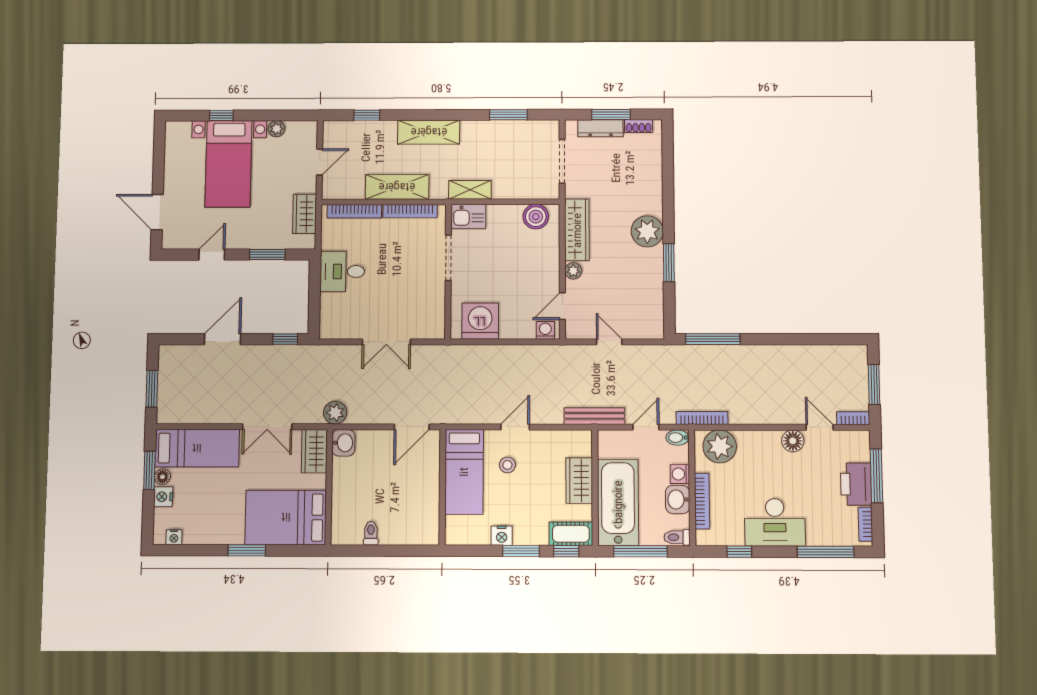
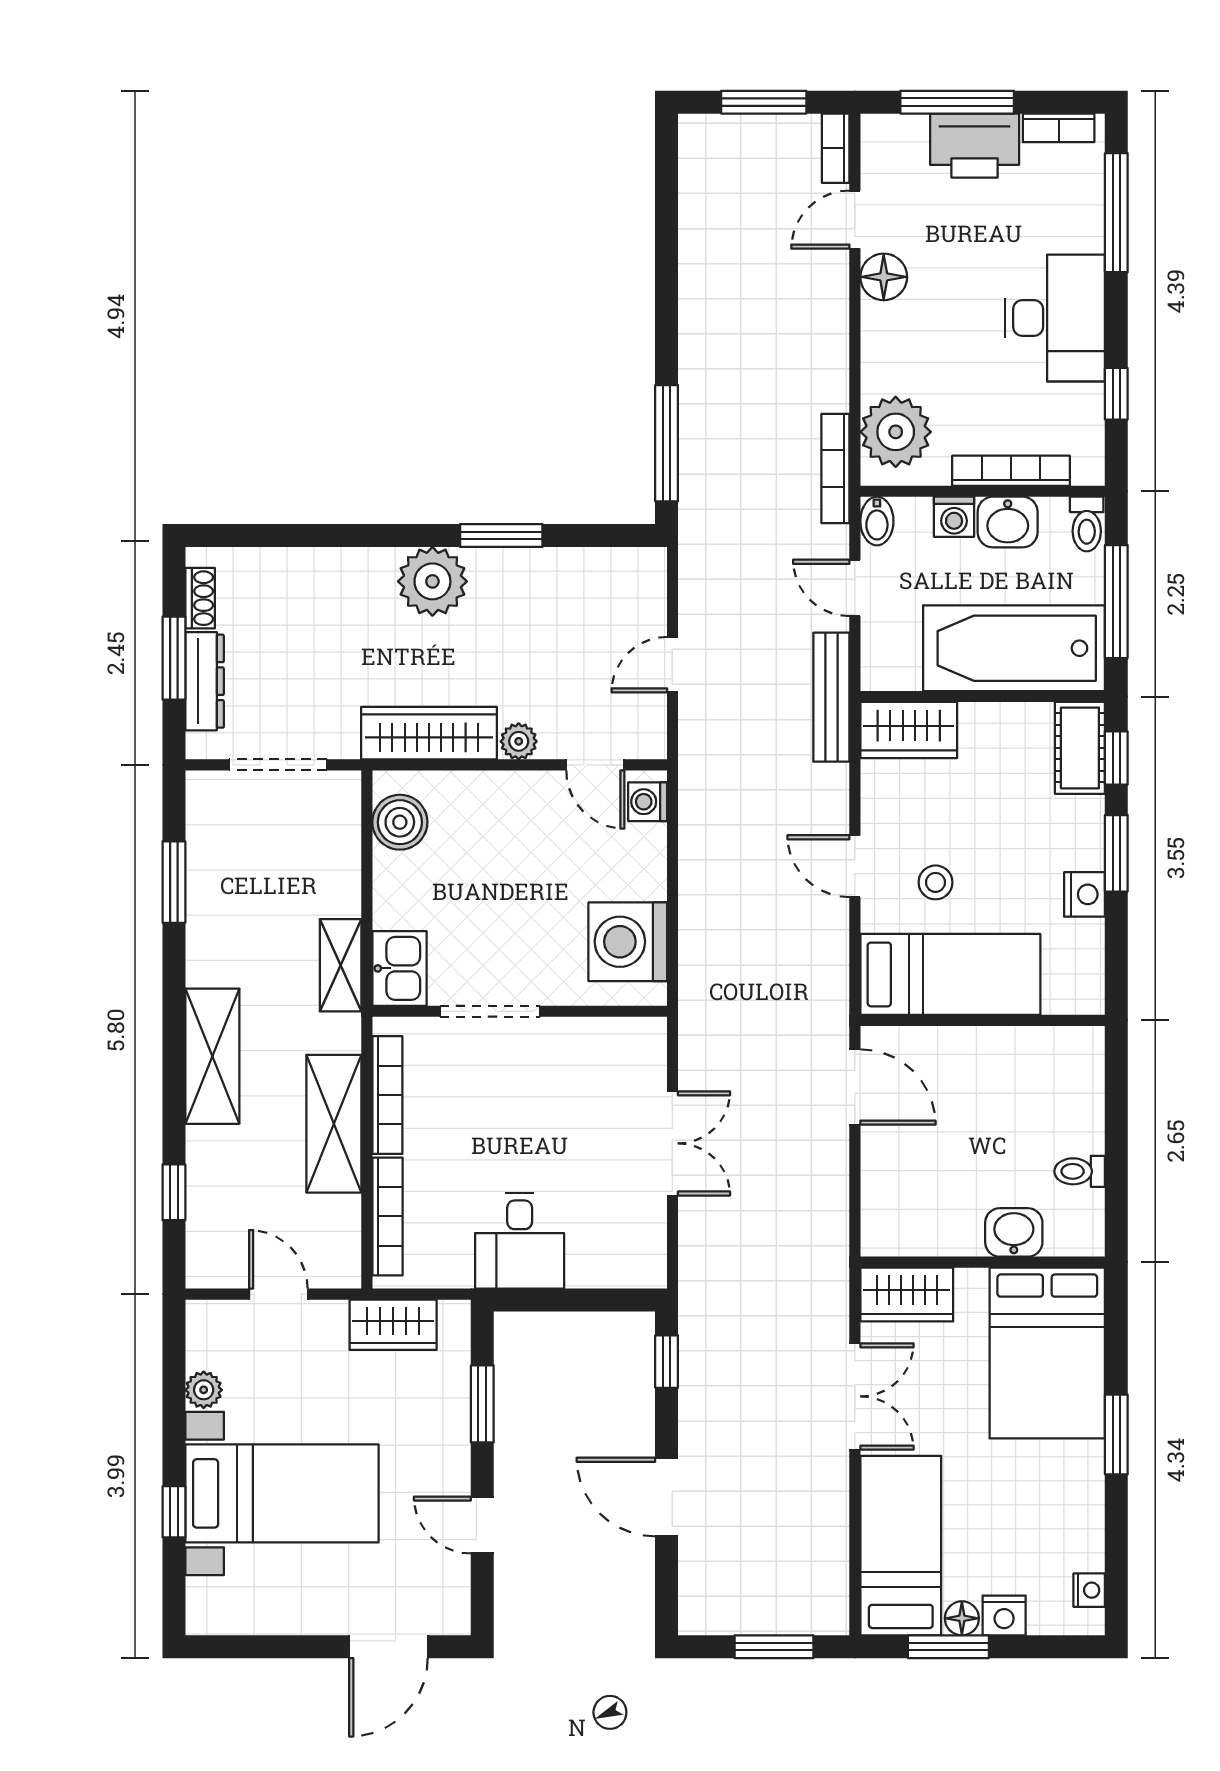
plant: (335, 413) -> (825, 1251), removed
washbasin: (343, 443) -> (1014, 1232), moved
wardrobe: (579, 481) -> (909, 730), moved

